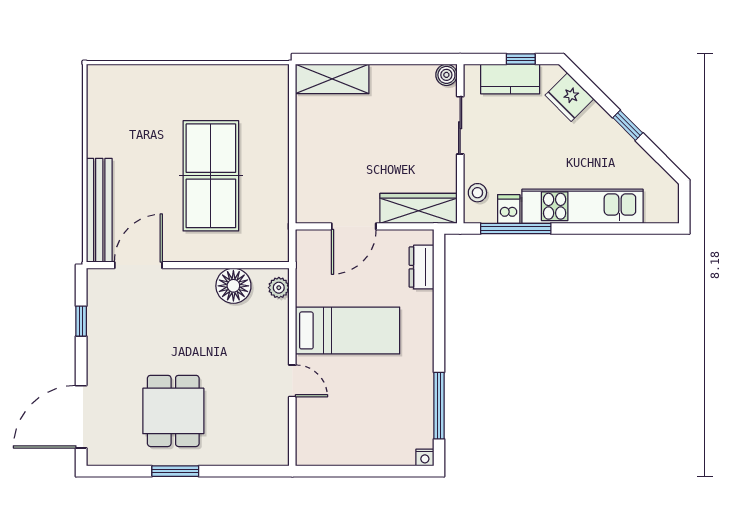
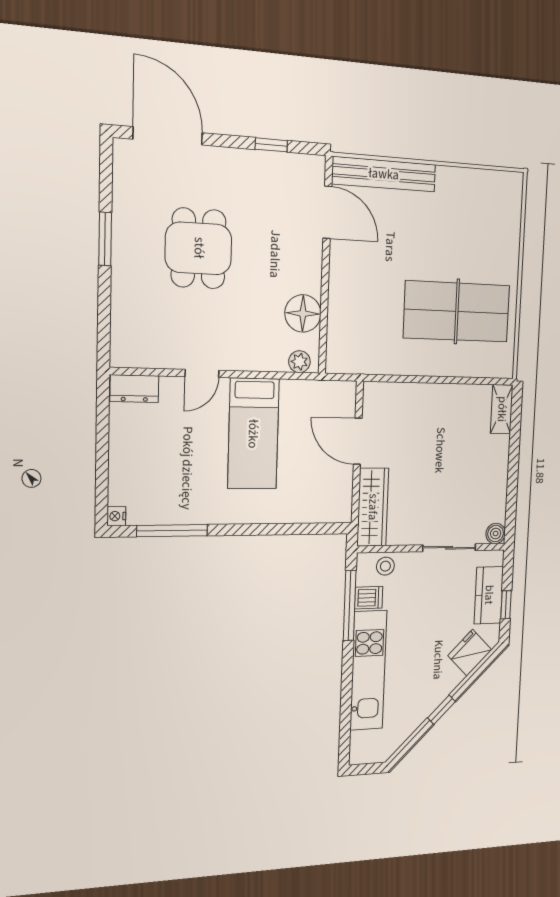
shelving: (332, 79) -> (502, 409), width x0.67, depth x0.75
table tennis table: (211, 176) -> (457, 311), moved
dresser: (421, 267) -> (134, 389), moved, turned 180
dining table: (173, 411) -> (199, 248), moved, turned 90

